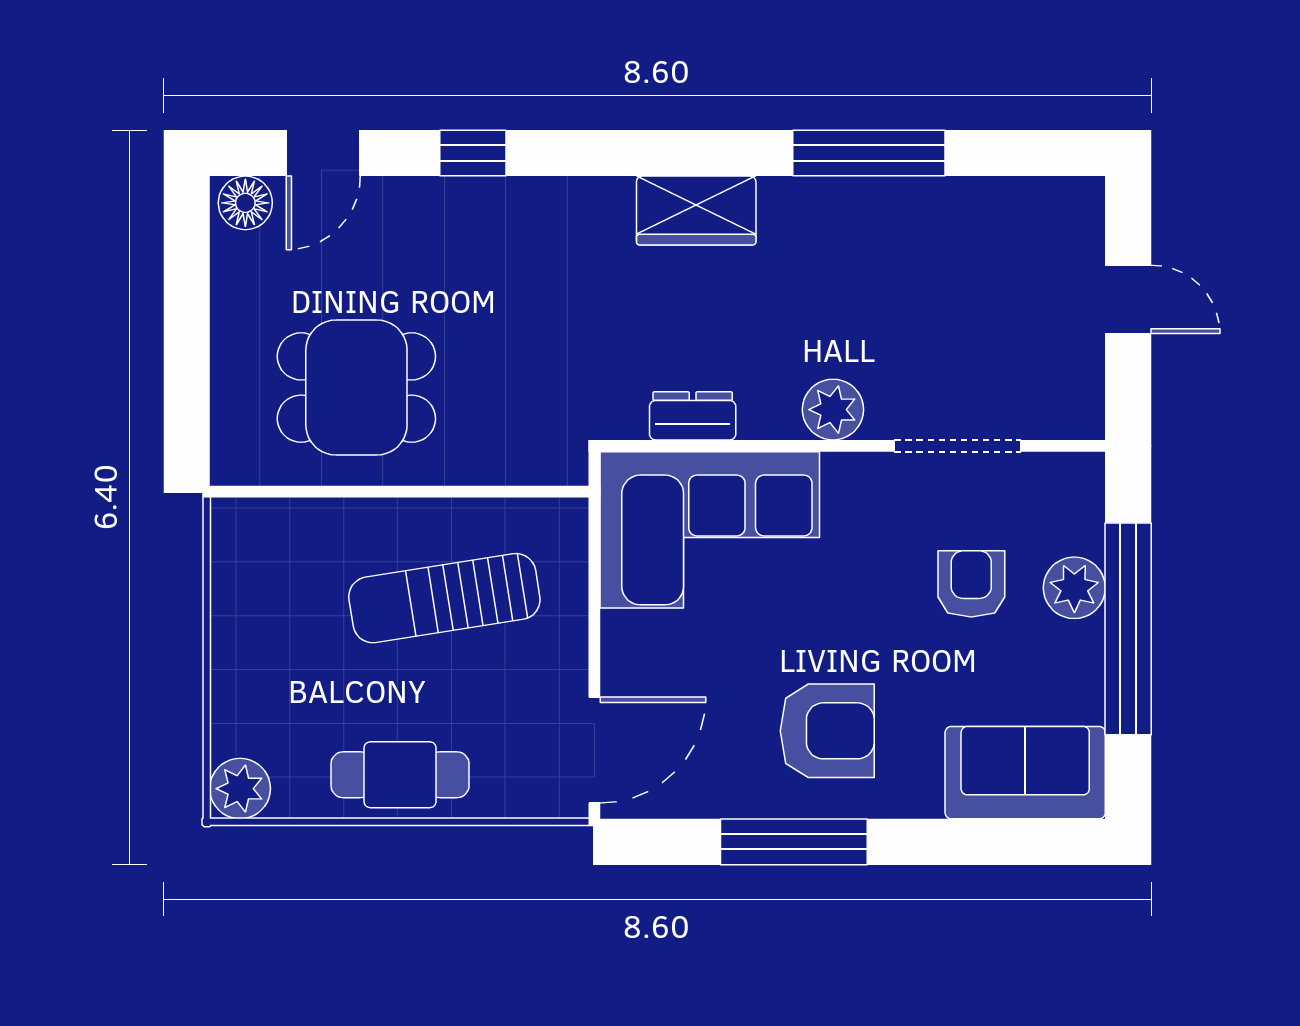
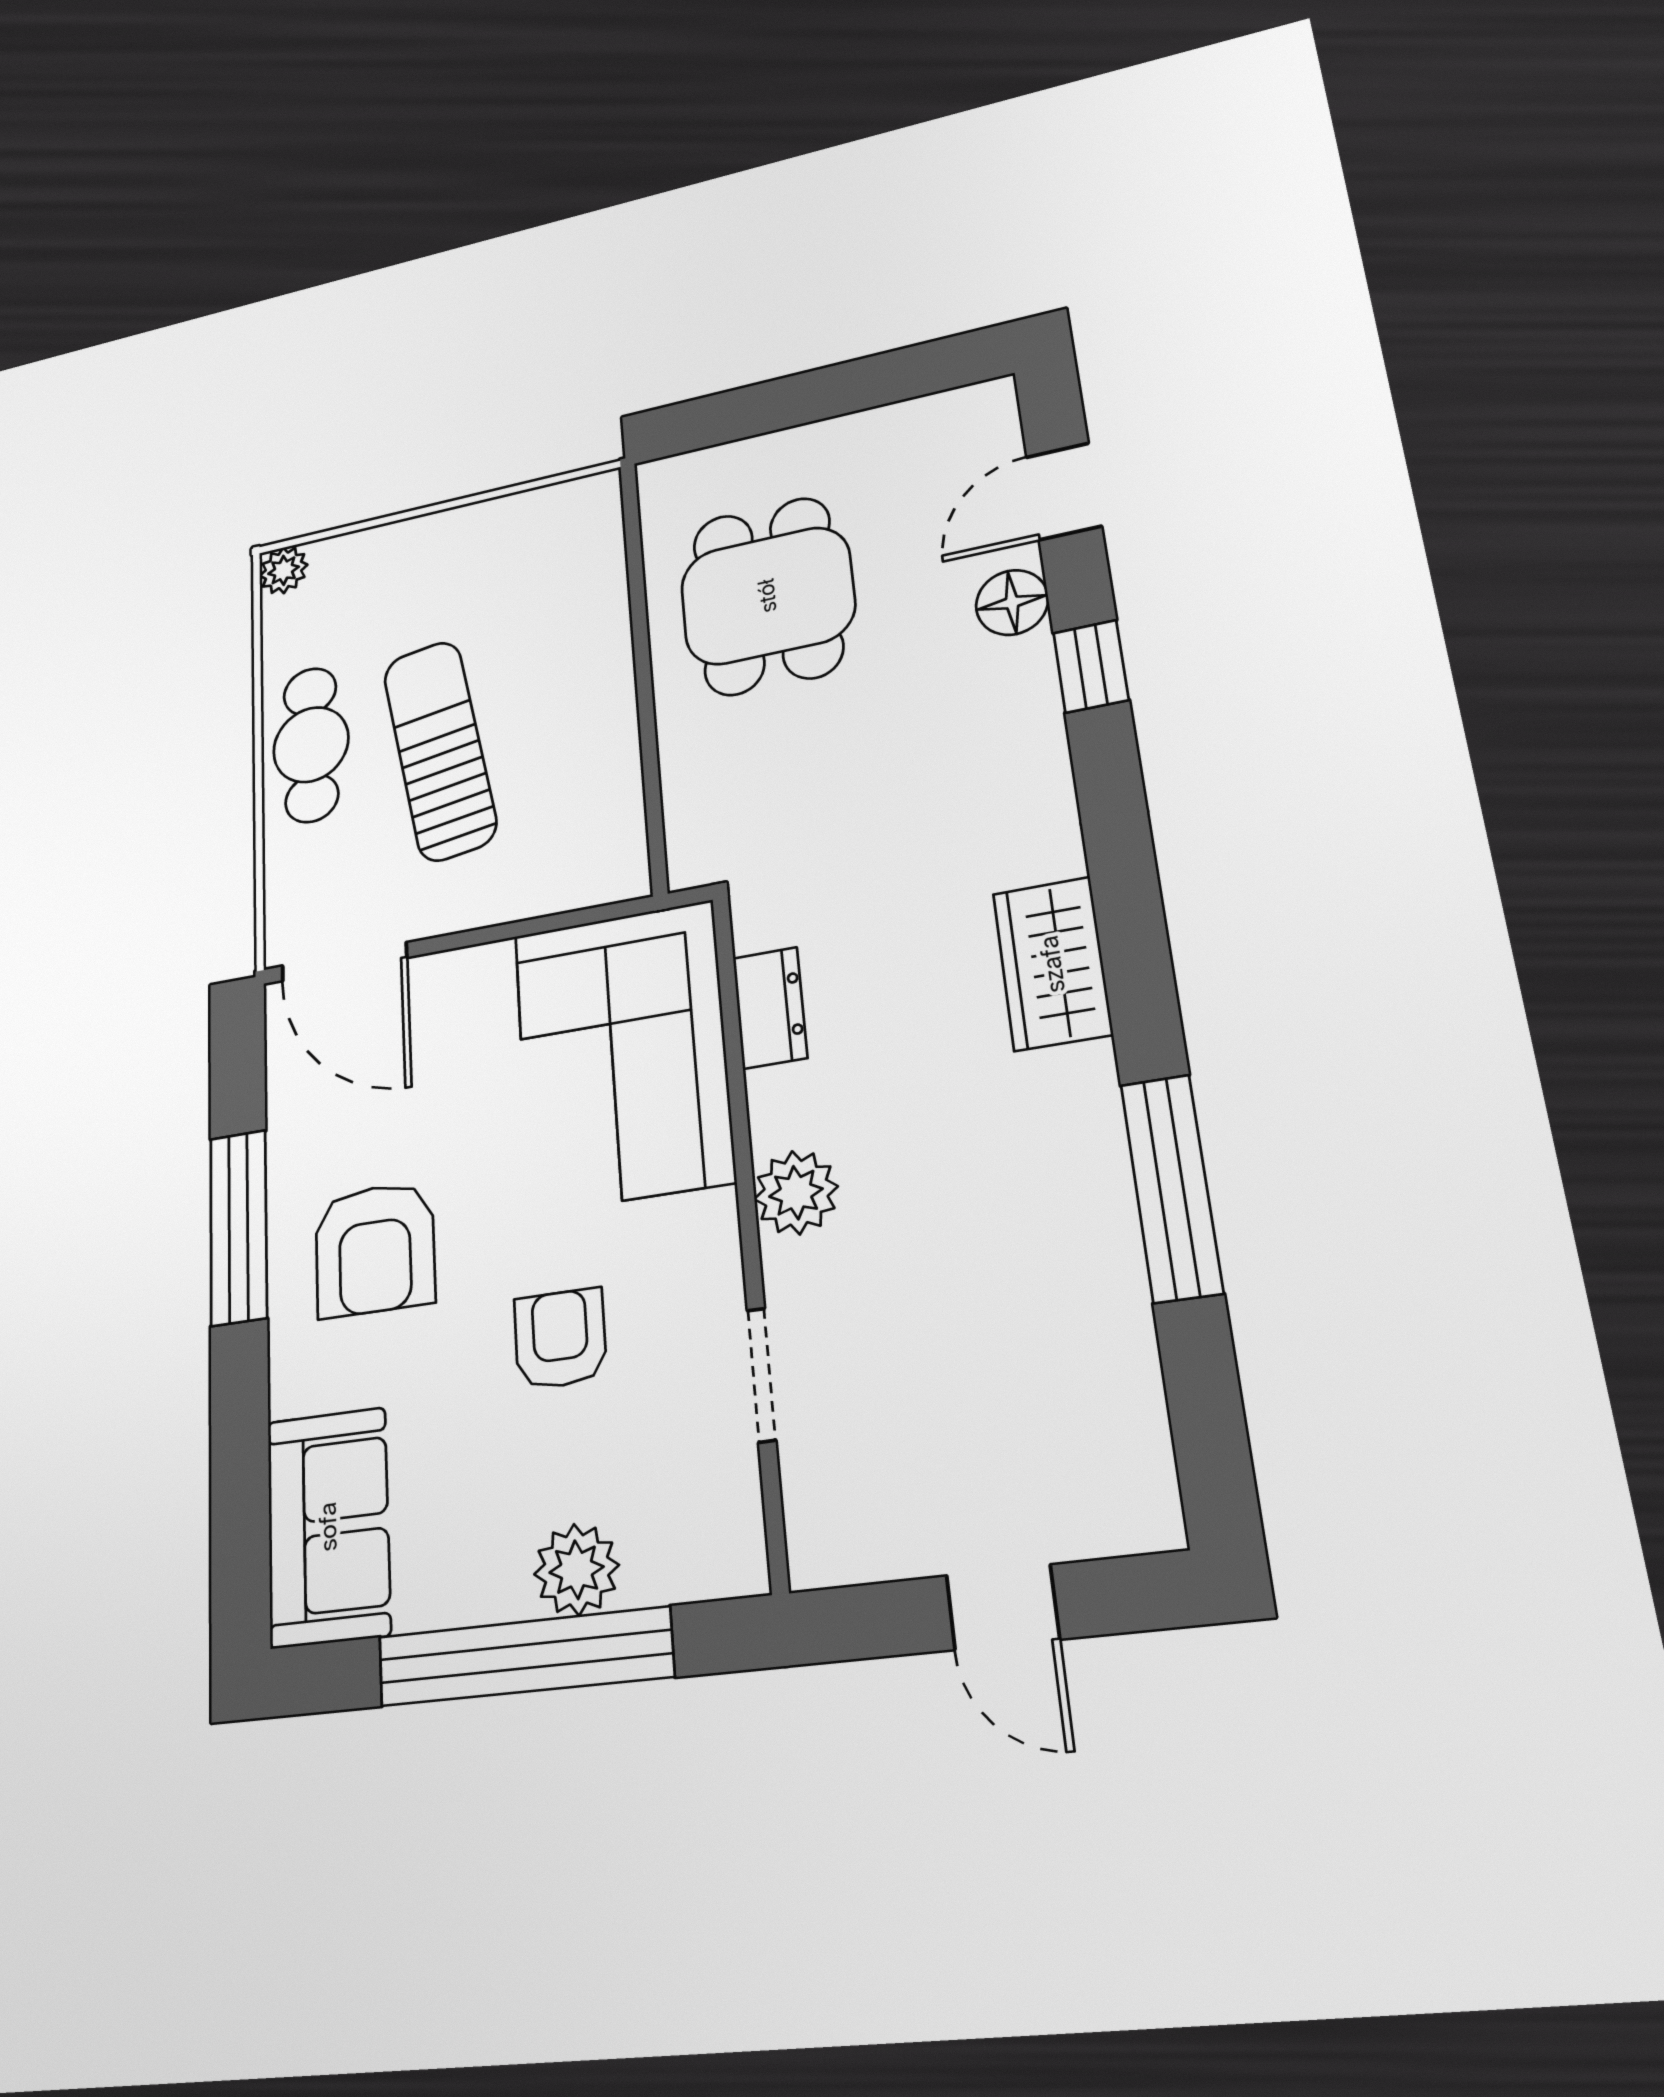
door: (323, 153) -> (1064, 491), hinge flipped
floor lamp: (245, 203) -> (1012, 602), moved
door: (1128, 299) -> (1003, 1607), hinge flipped
doorway: (958, 446) -> (762, 1375), width x0.73
armchair: (971, 584) -> (560, 1339), moved, turned -90
sun lounger: (444, 598) -> (440, 750), moved
plant: (240, 789) -> (283, 570), width x0.73, depth x0.73

